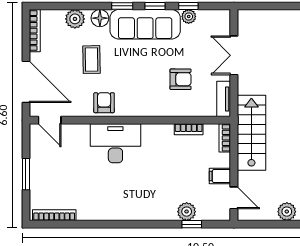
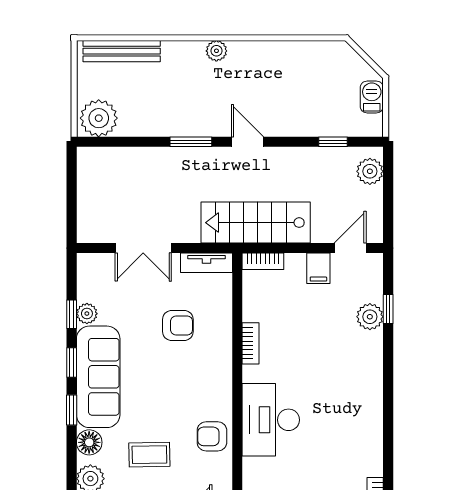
armchair: (180, 79) -> (178, 325), turned 90
bookcase: (189, 129) -> (251, 343), moved

